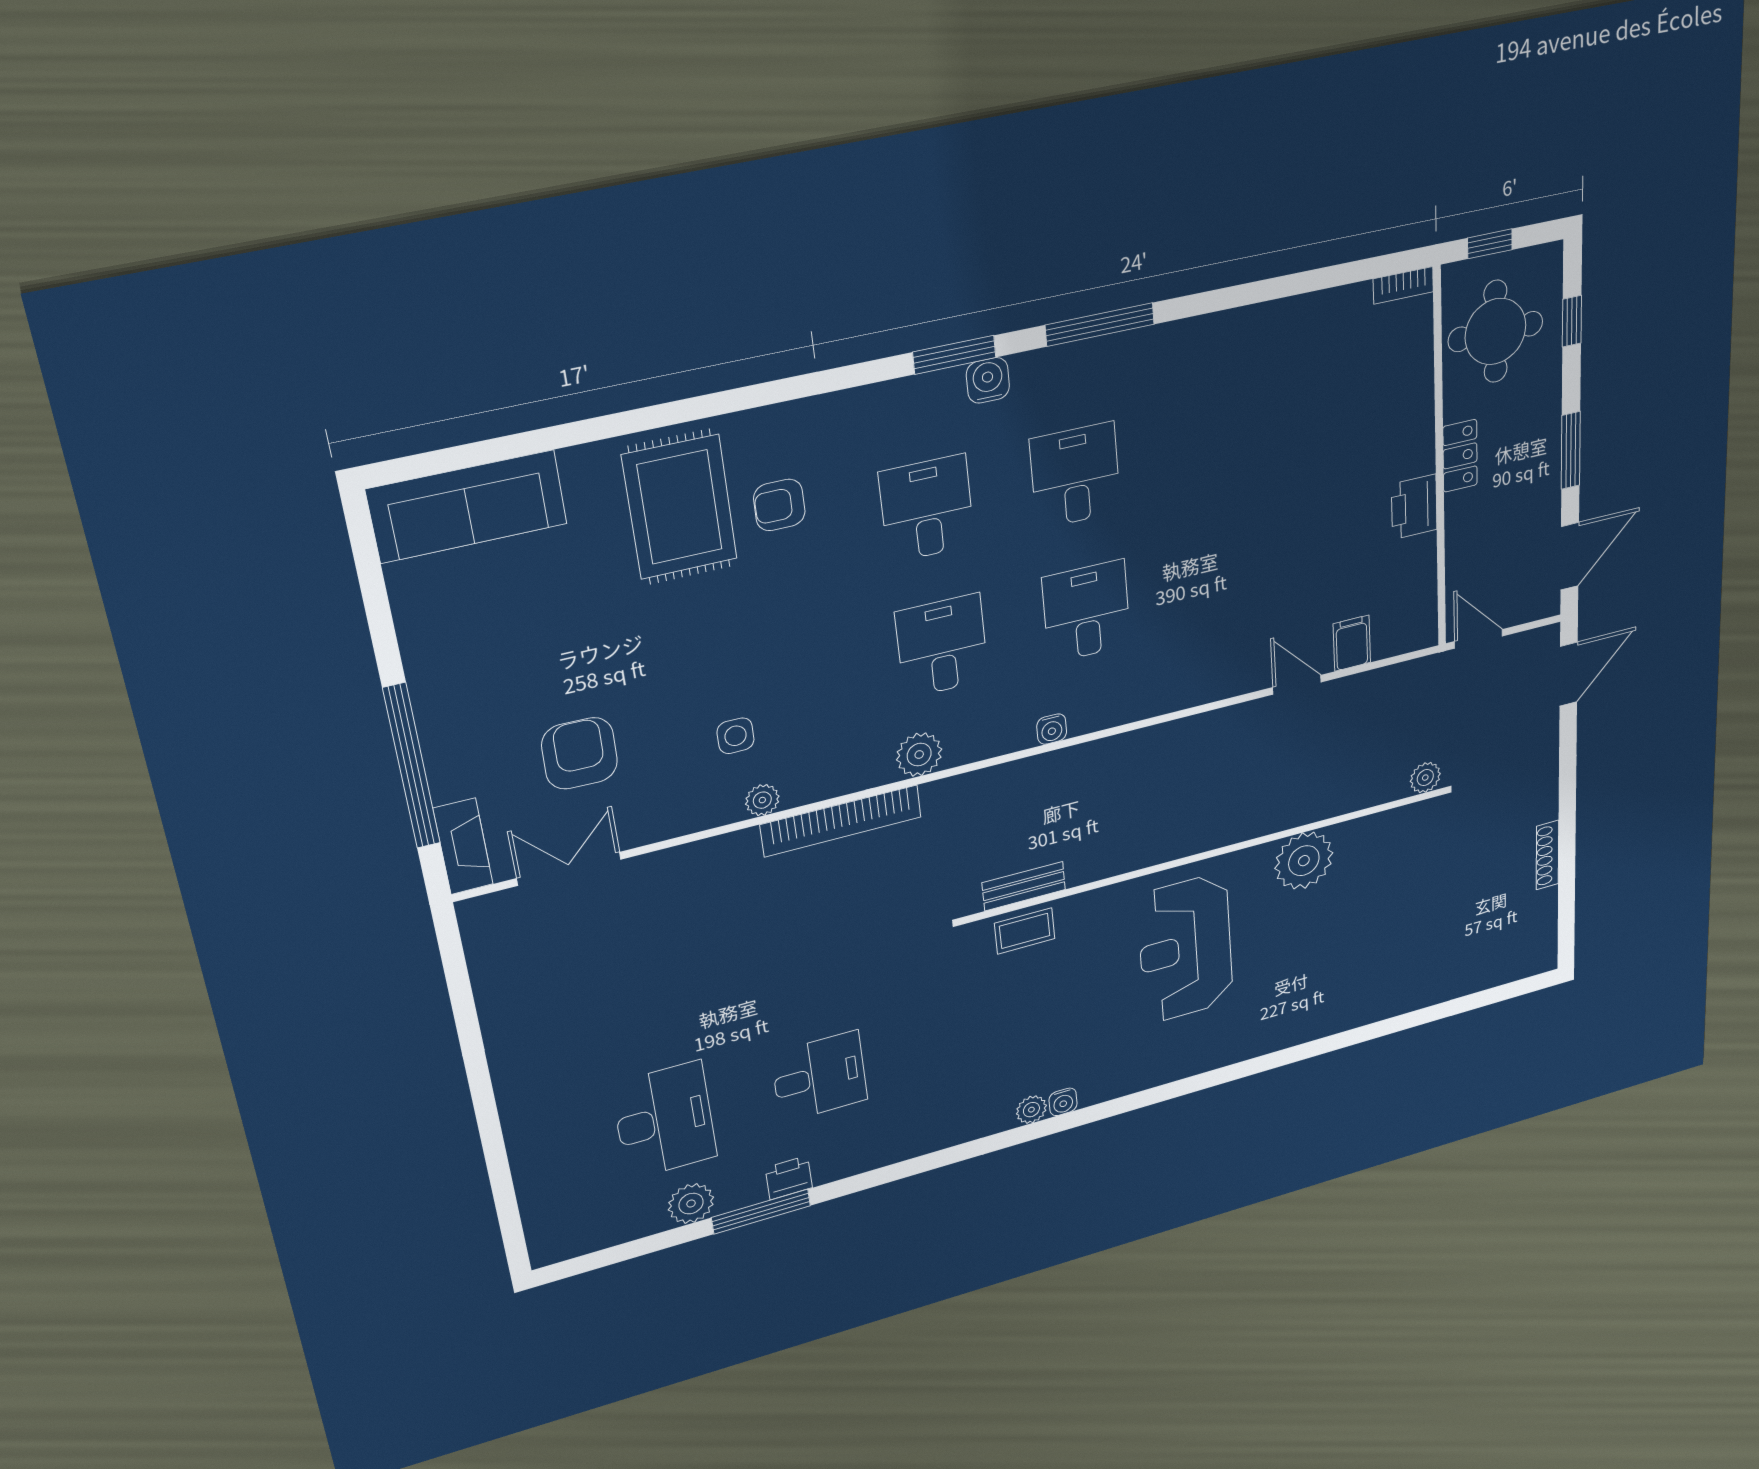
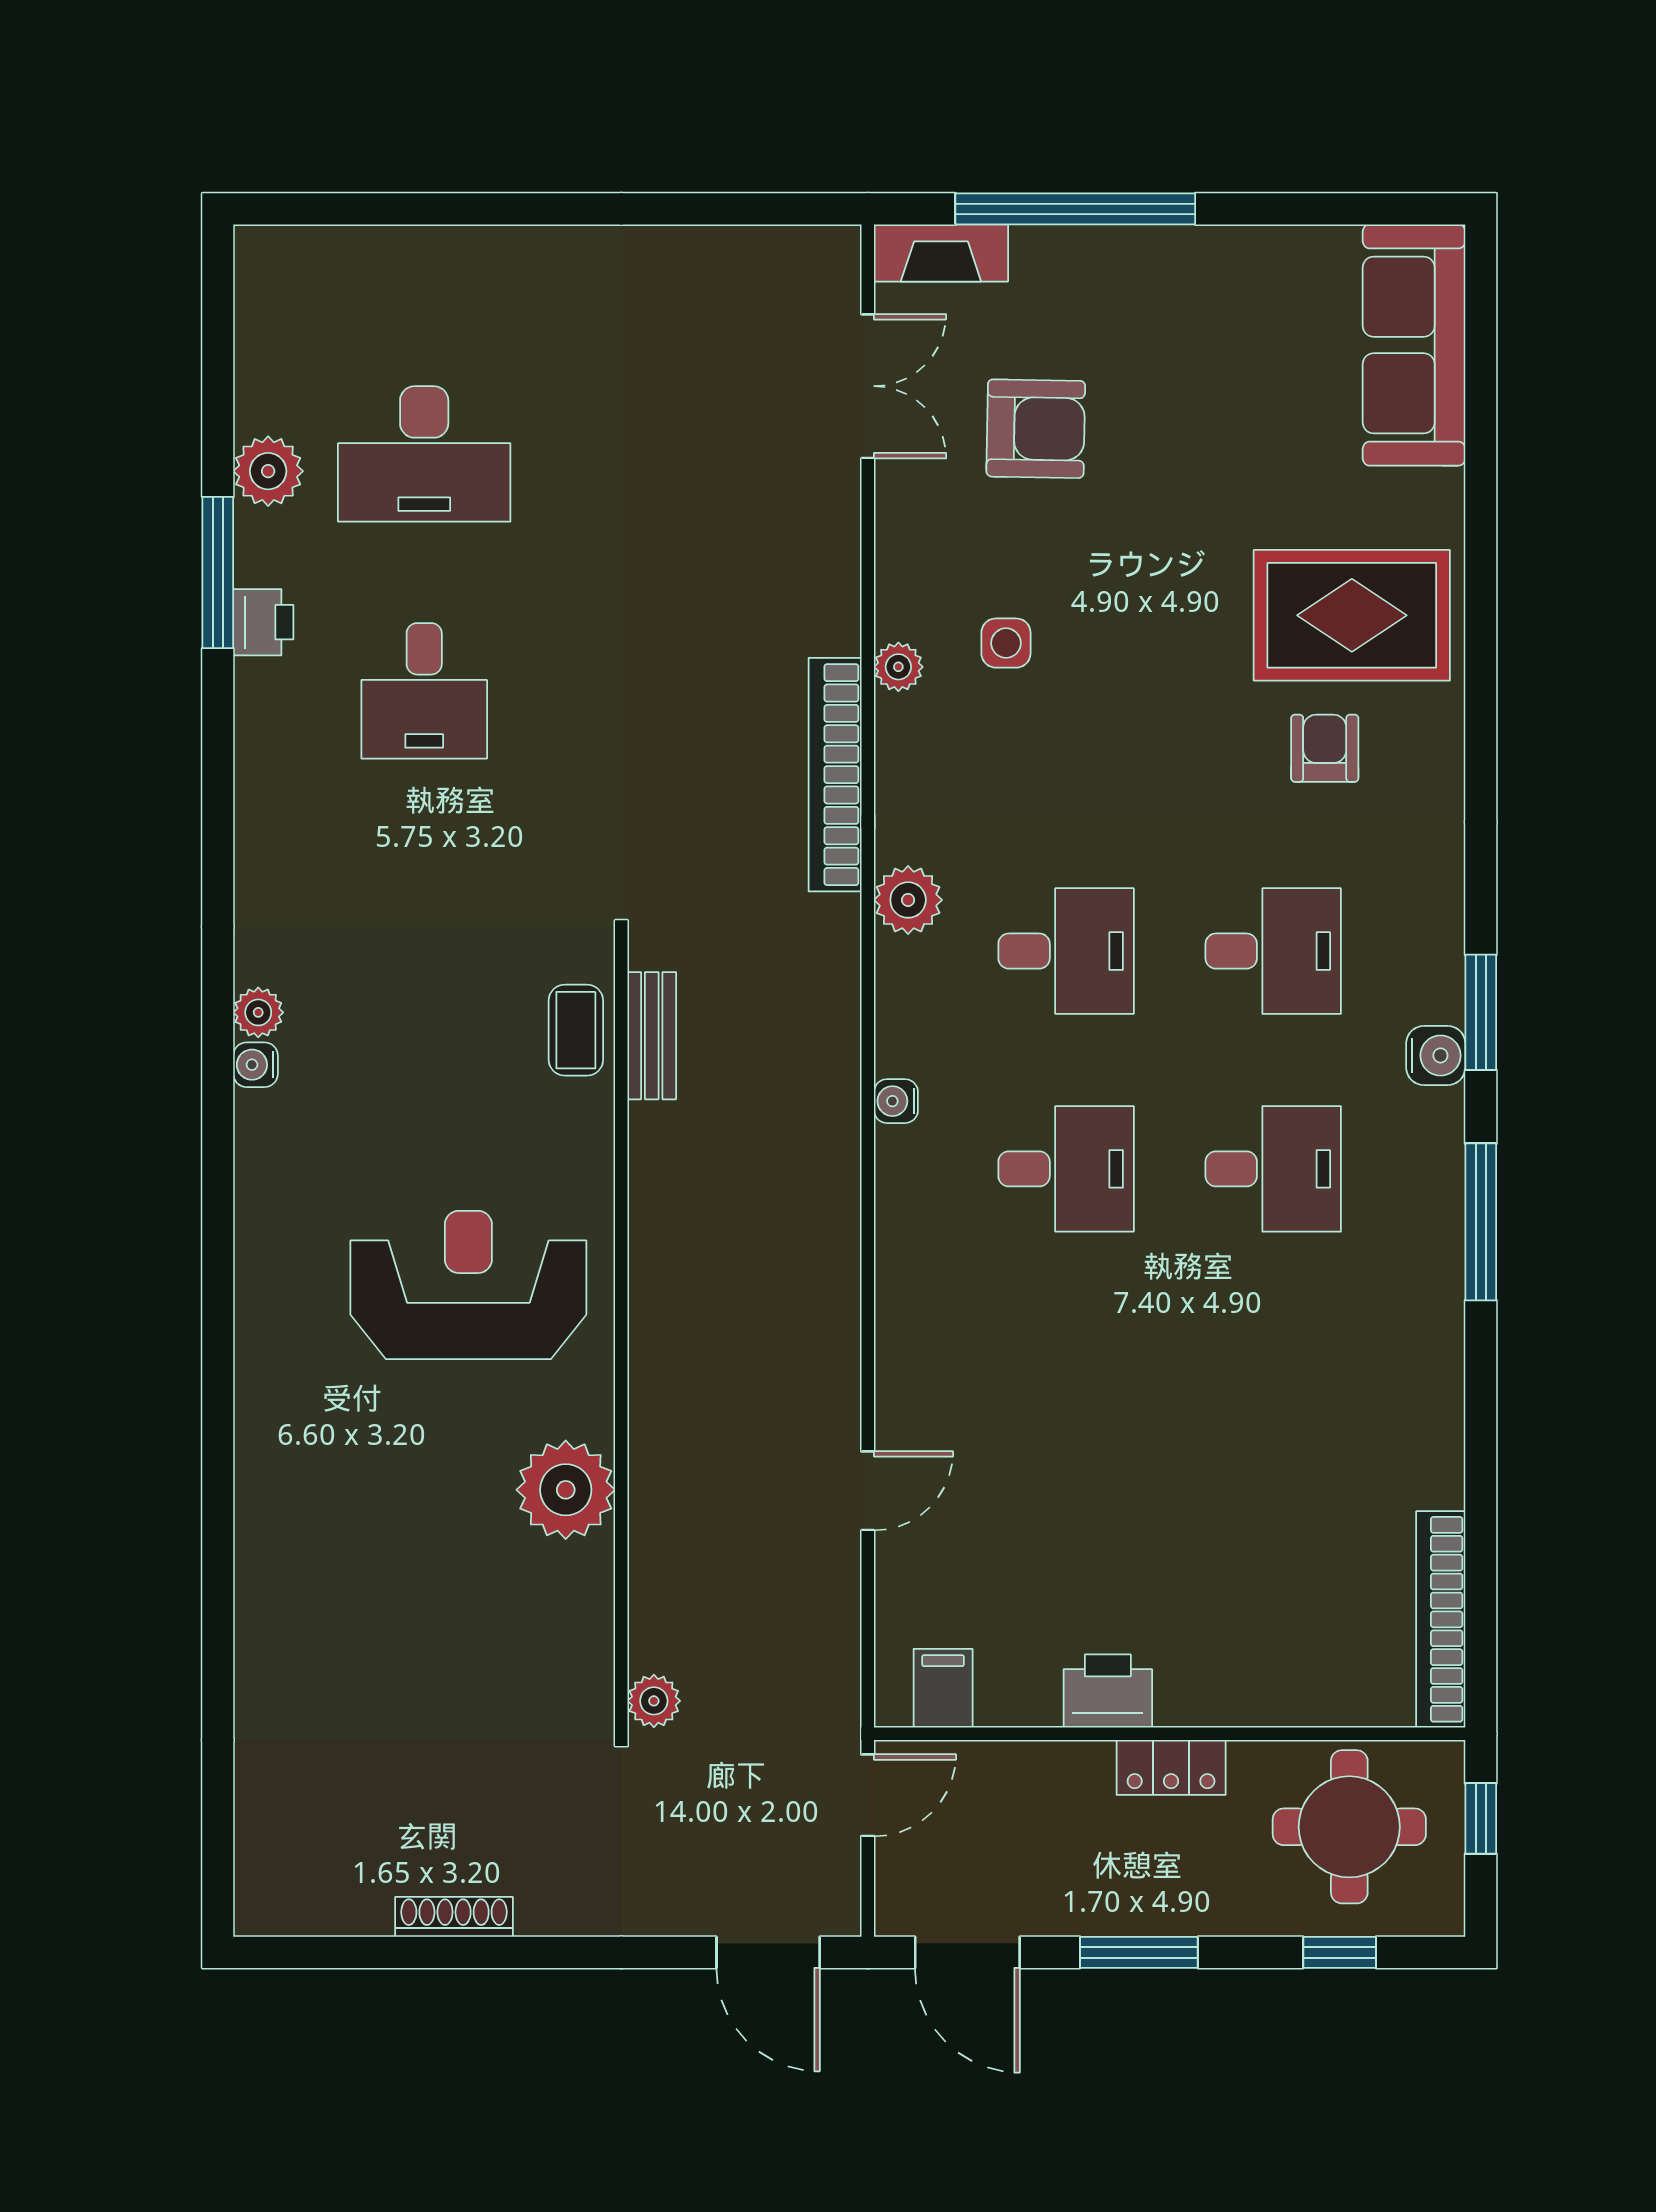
bookcase: (1403, 285) -> (1441, 1619), width x2.31, depth x1.31
filing cabinet: (1352, 643) -> (943, 1688), moved, turned -90

